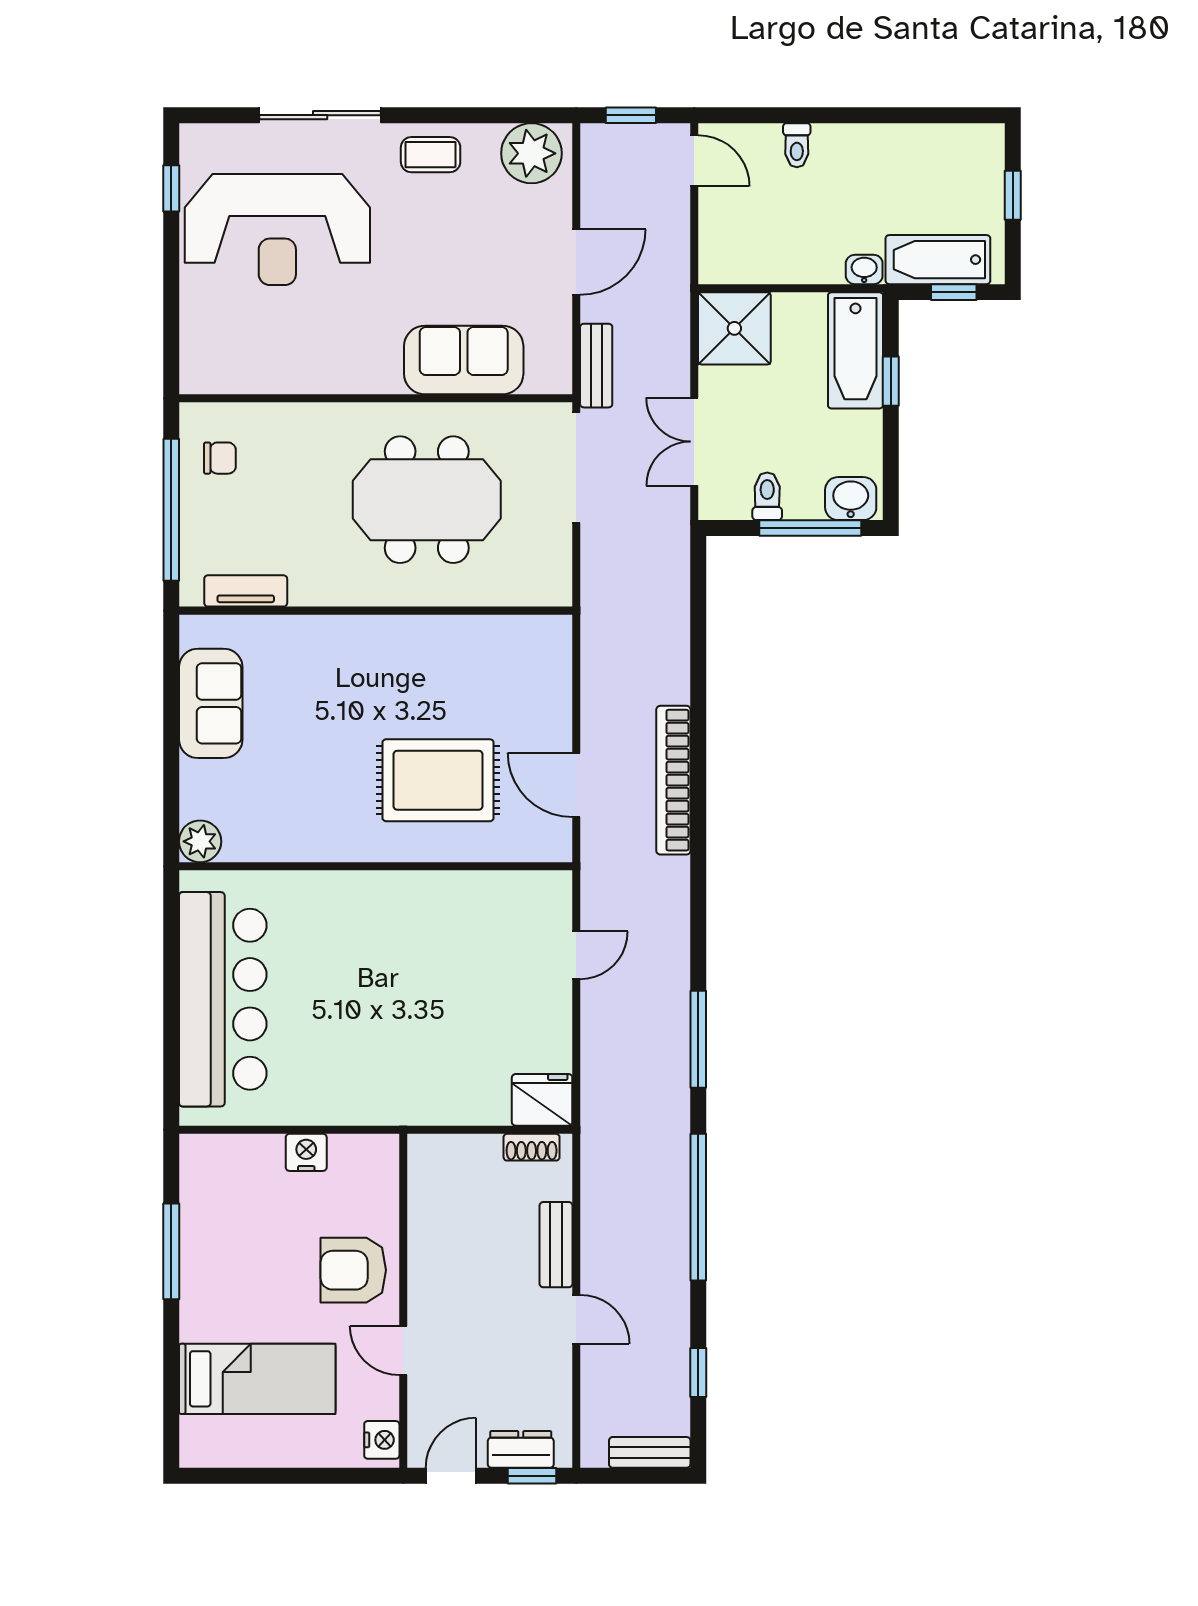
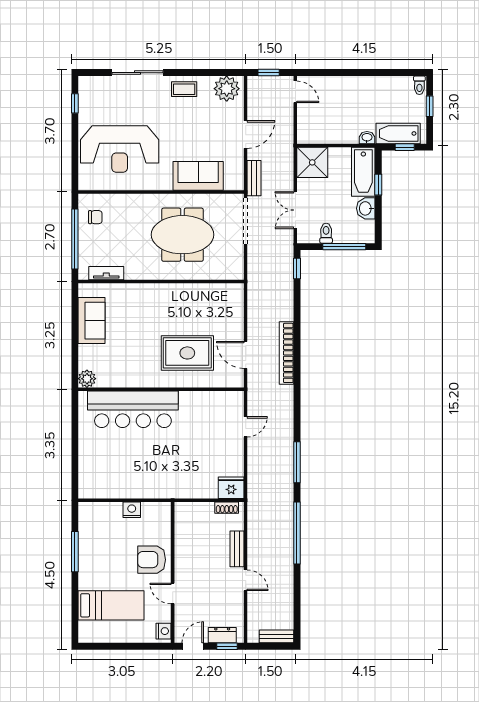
toilet: (797, 145) -> (419, 85), moved
reception desk: (277, 230) -> (120, 149), moved
washbasin: (851, 499) -> (366, 208), moved, turned -90
bar counter: (223, 999) -> (133, 409), moved, turned 90
window: (698, 1372) -> (297, 268), moved

